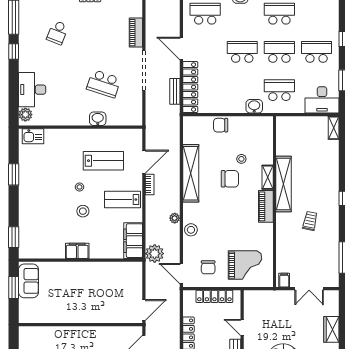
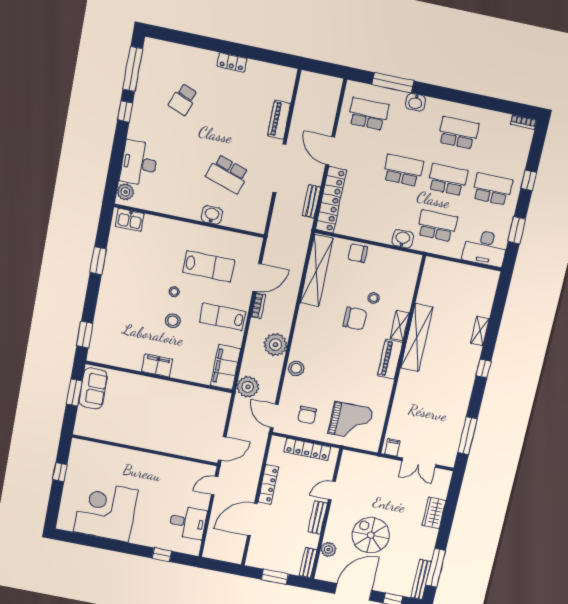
shelving: (334, 128) -> (480, 331), moved
shelving: (191, 173) -> (317, 271), moved
plant: (175, 218) -> (276, 345), width x1.87, depth x1.87
trolley: (310, 221) -> (438, 386), removed
door: (242, 327) -> (332, 490), hinge flipped

